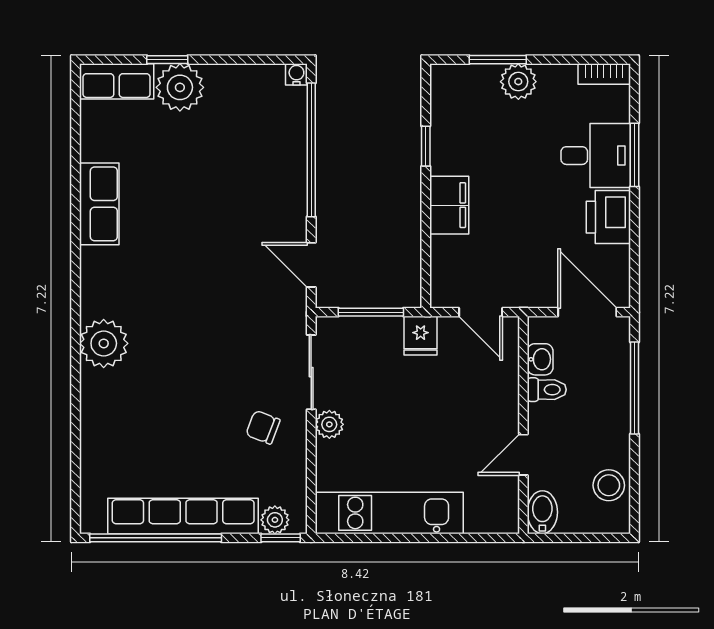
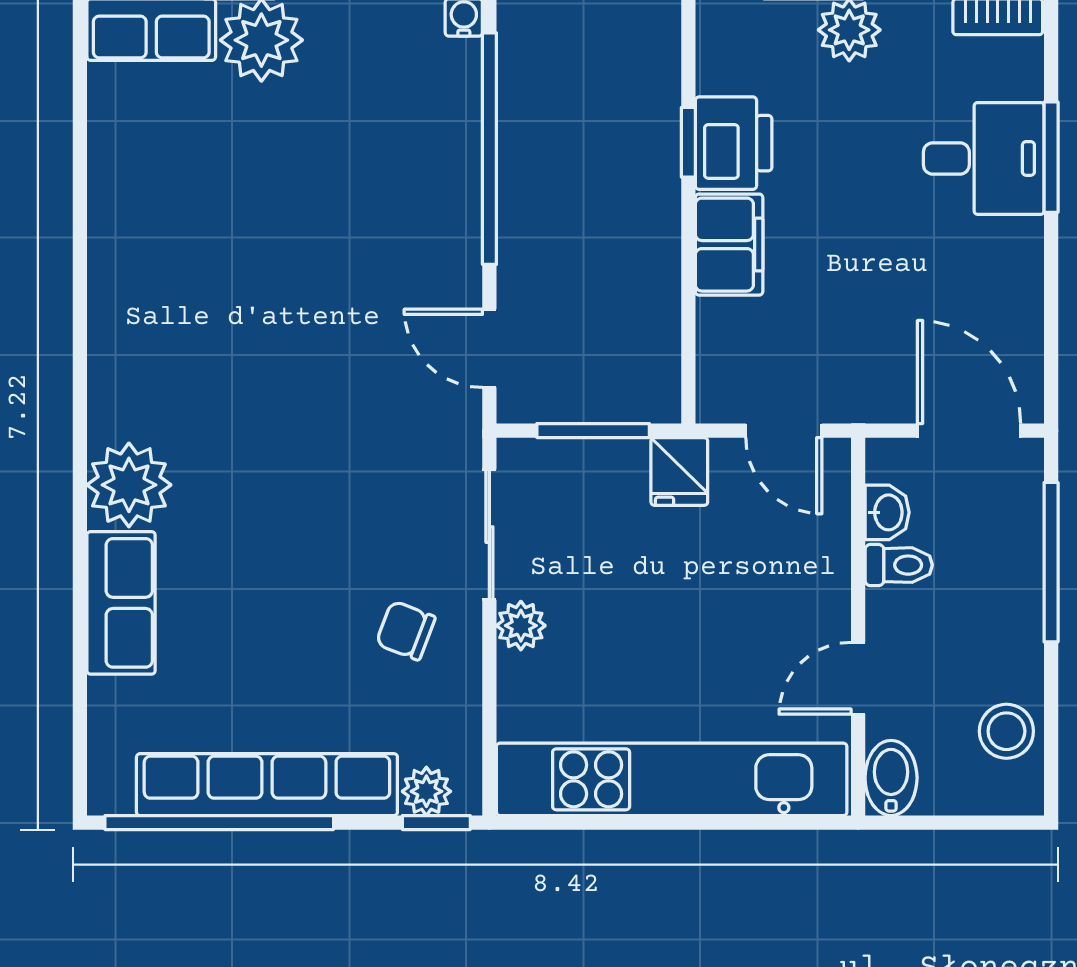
row of seats: (99, 204) -> (121, 603), moved
printer: (608, 217) -> (734, 143), moved, turned 180
kitchen unit: (389, 513) -> (672, 779), width x1.36

